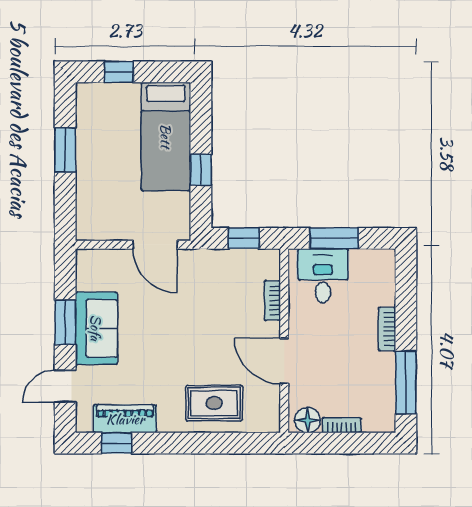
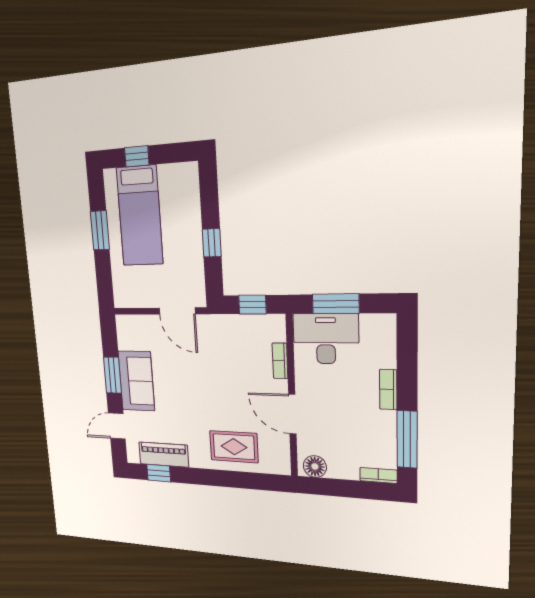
bed: (166, 136) -> (140, 216), moved
desk: (323, 276) -> (326, 339), width x1.37
bookcase: (342, 425) -> (378, 475), moved

